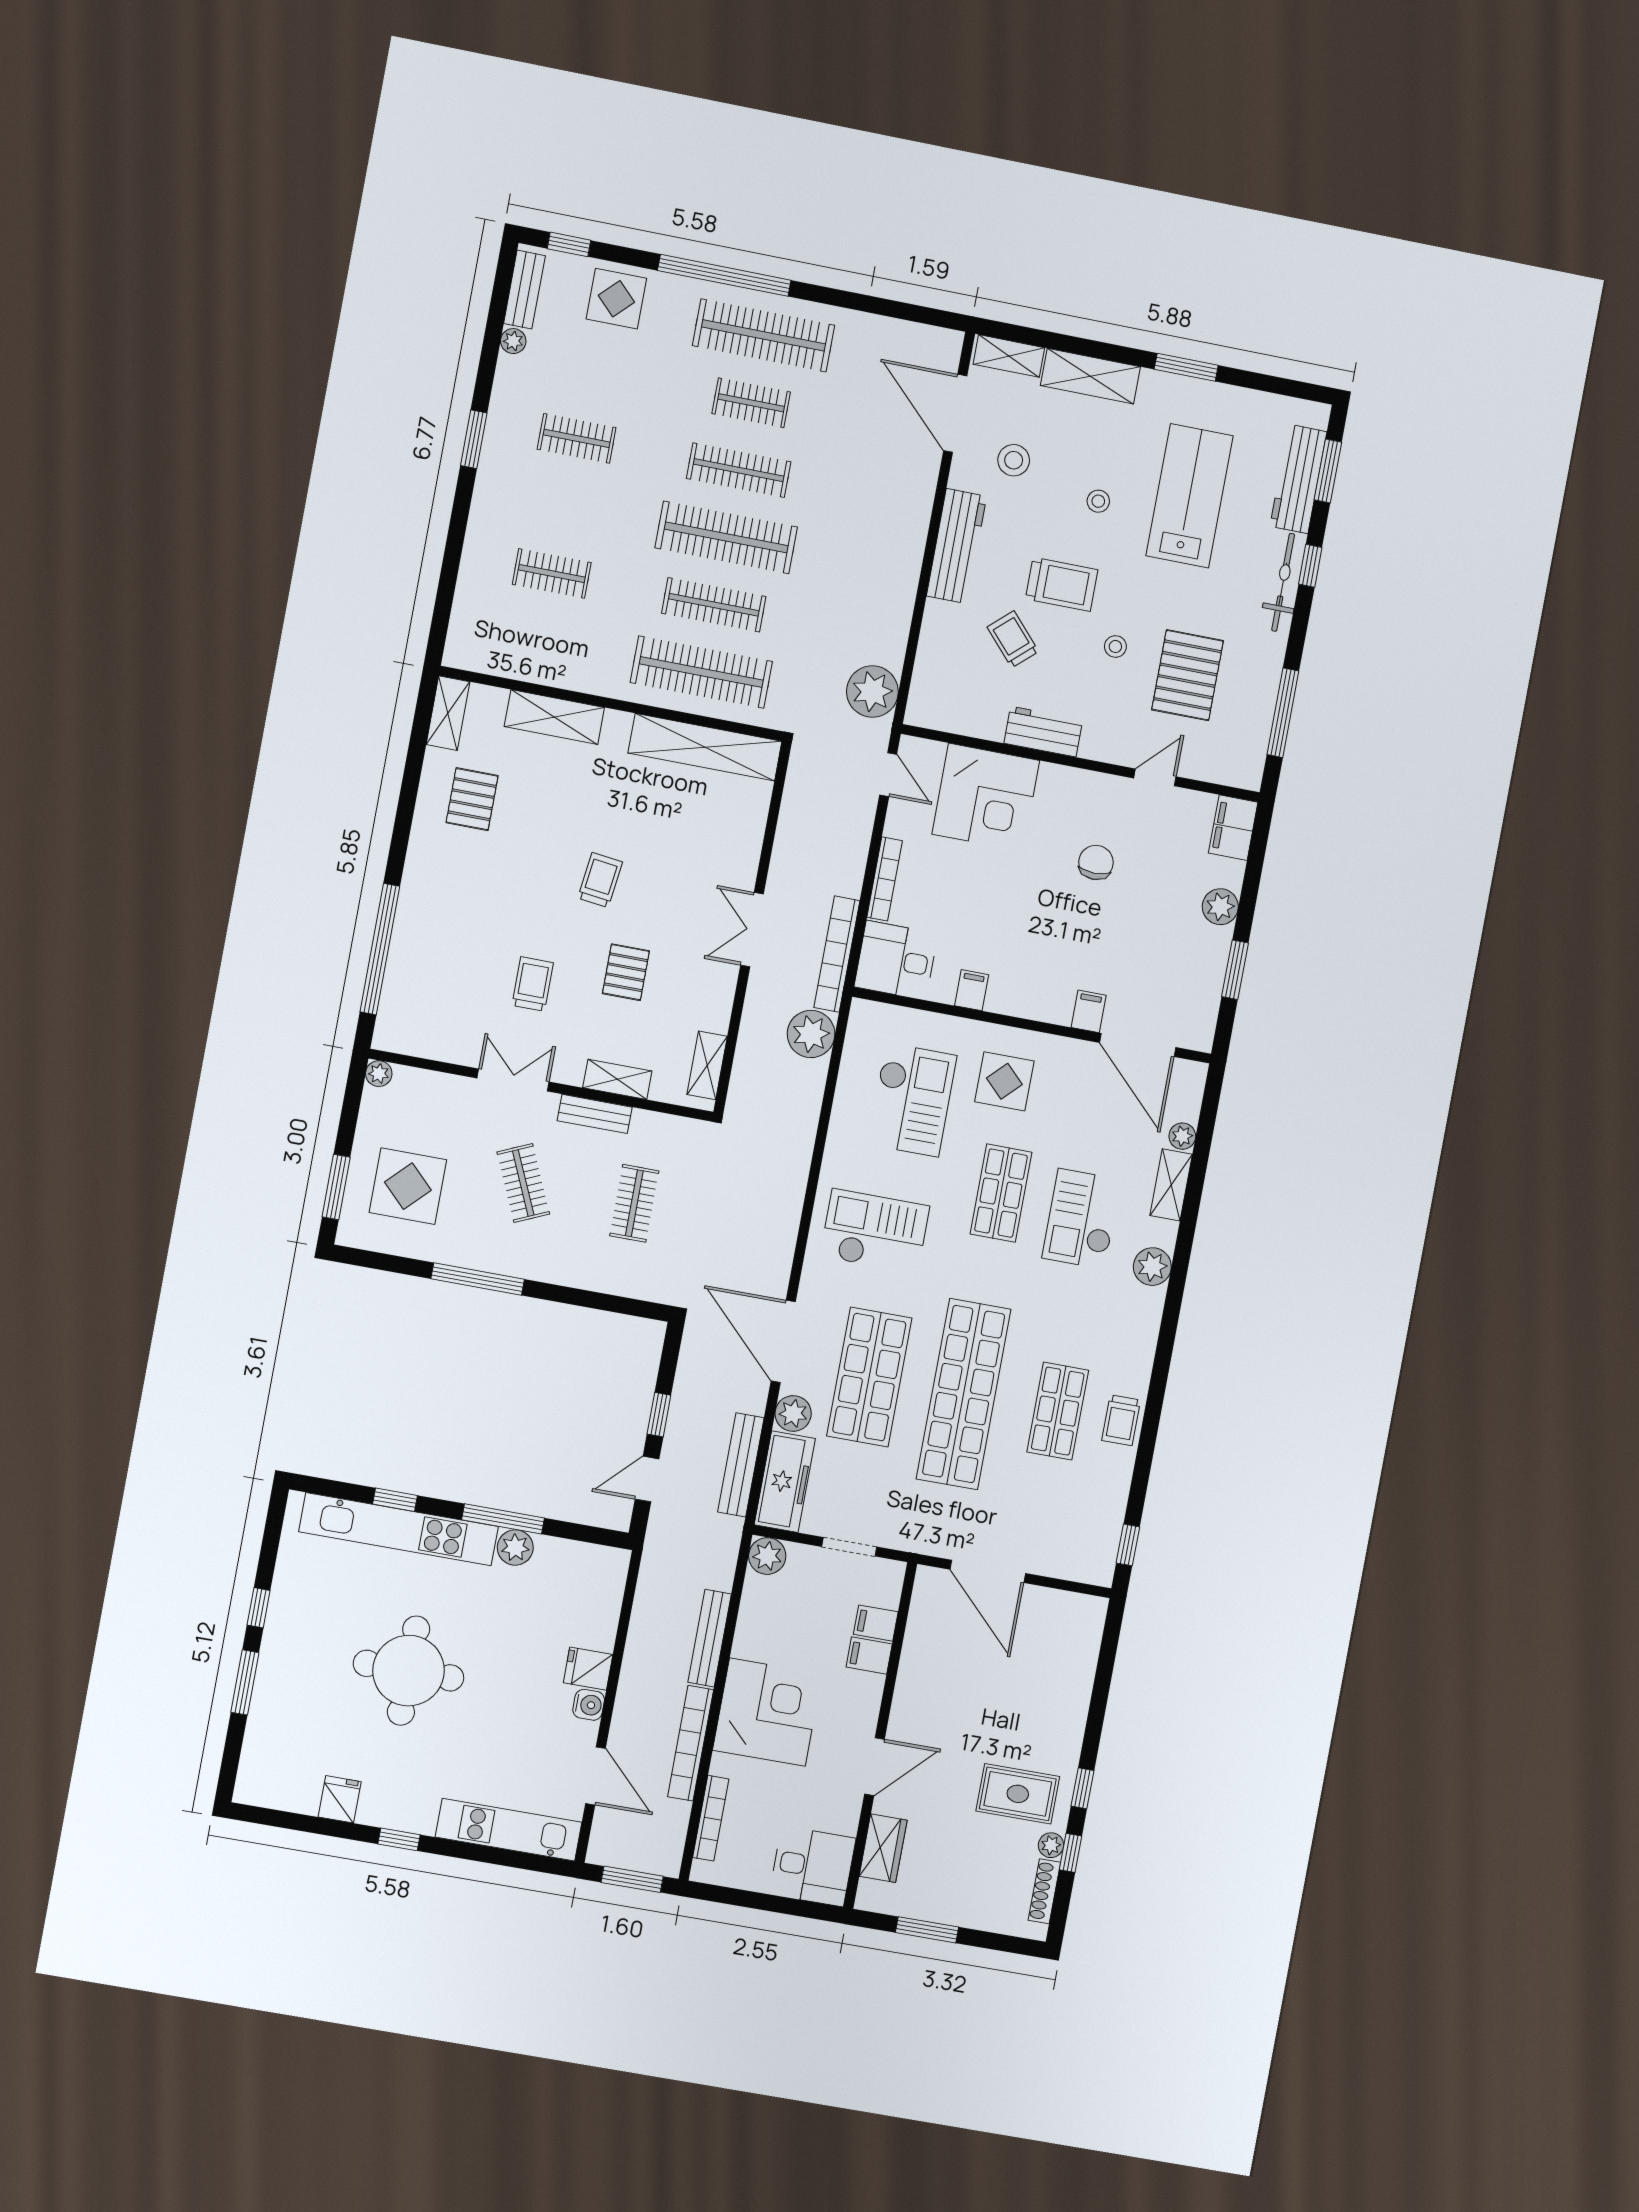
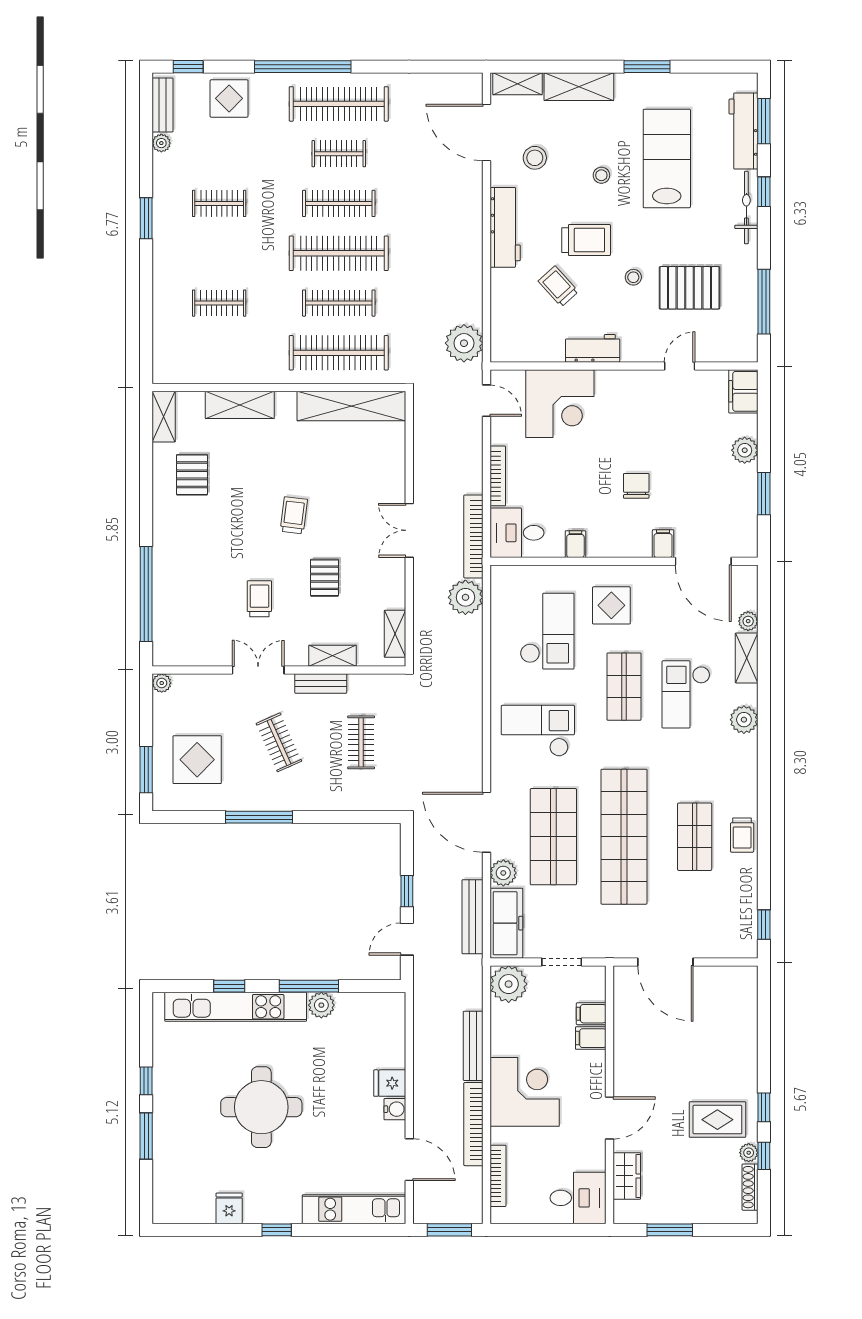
pallet: (1188, 675) -> (690, 288), turned 90
chair: (1096, 862) -> (636, 486), moved
plant: (767, 1556) -> (509, 984), width x1.36, depth x1.36

